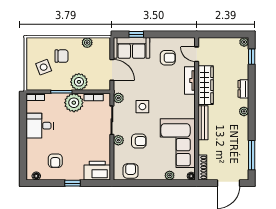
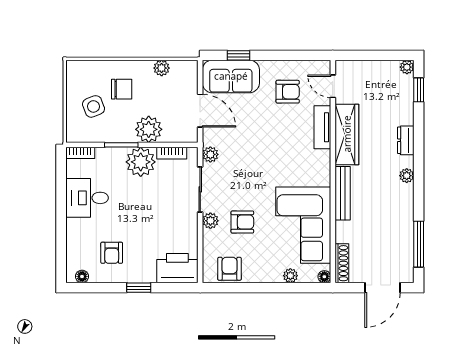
side table: (142, 107) -> (248, 168), removed

